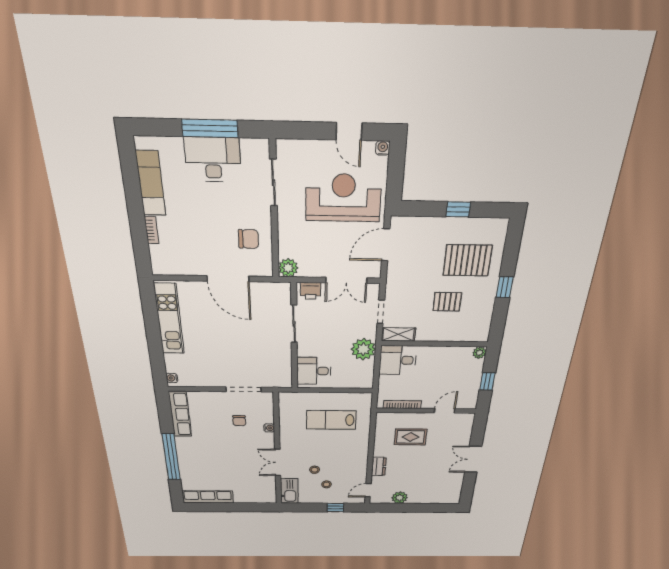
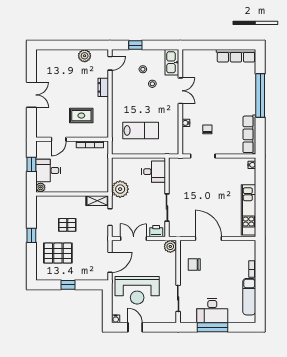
desk: (398, 360) -> (48, 170), moved, turned 180

